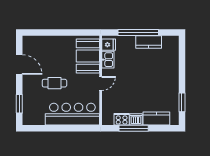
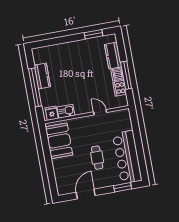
booth: (88, 56) -> (59, 141), moved, turned 90
door: (101, 83) -> (100, 112), moved
bar counter: (72, 114) -> (127, 157), moved

